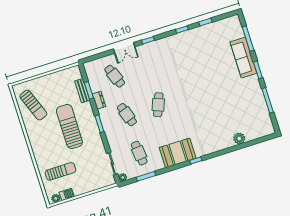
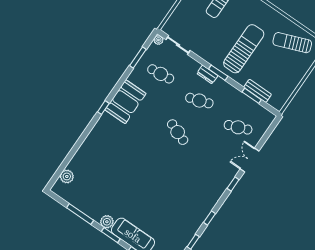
plant: (254, 81) -> (107, 222), added
dresser: (99, 100) -> (207, 74), moved
sun lounger: (69, 126) -> (244, 49), turned -90
plant: (239, 138) -> (67, 176), moved

